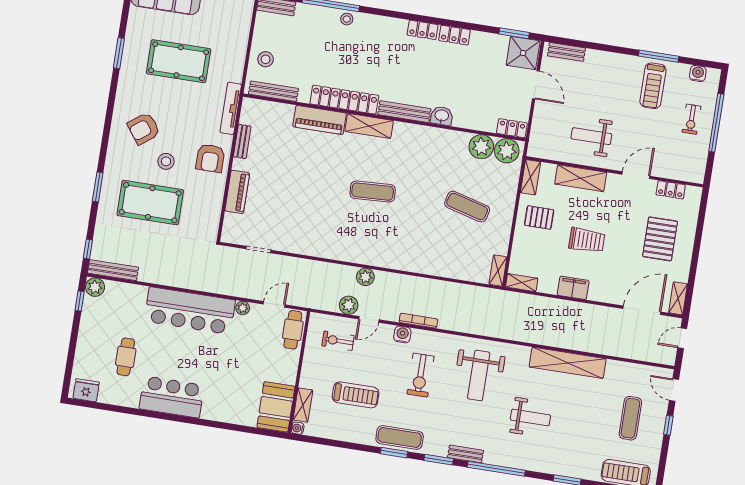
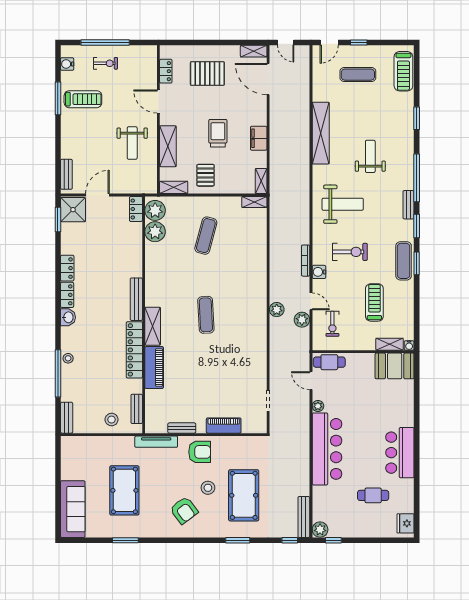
bench: (273, 91) -> (137, 409), width x0.73
washbasin: (442, 116) -> (68, 317), moved, turned 180

